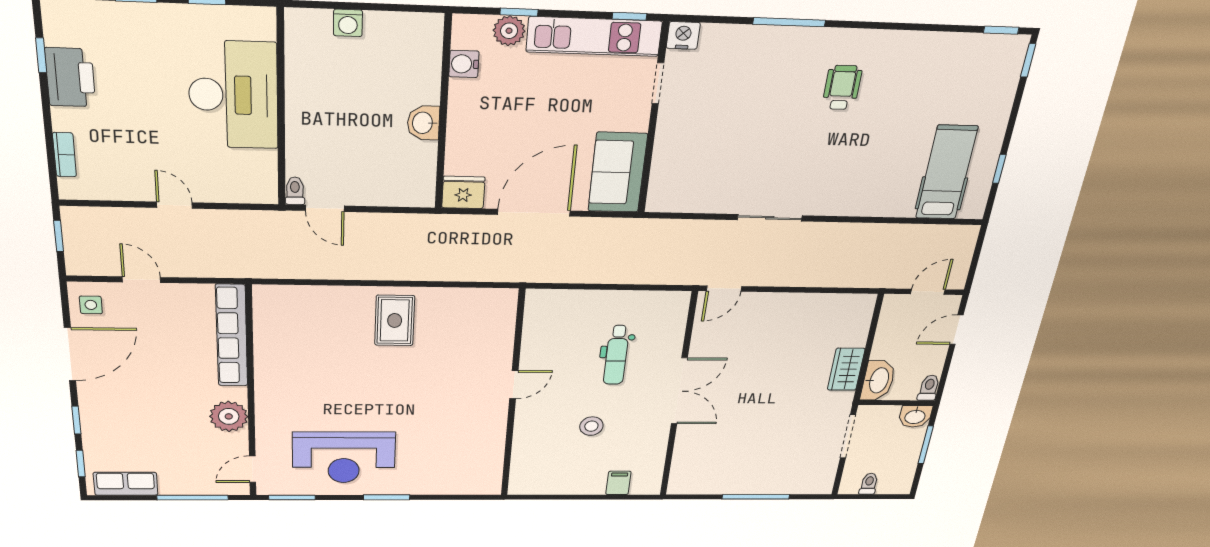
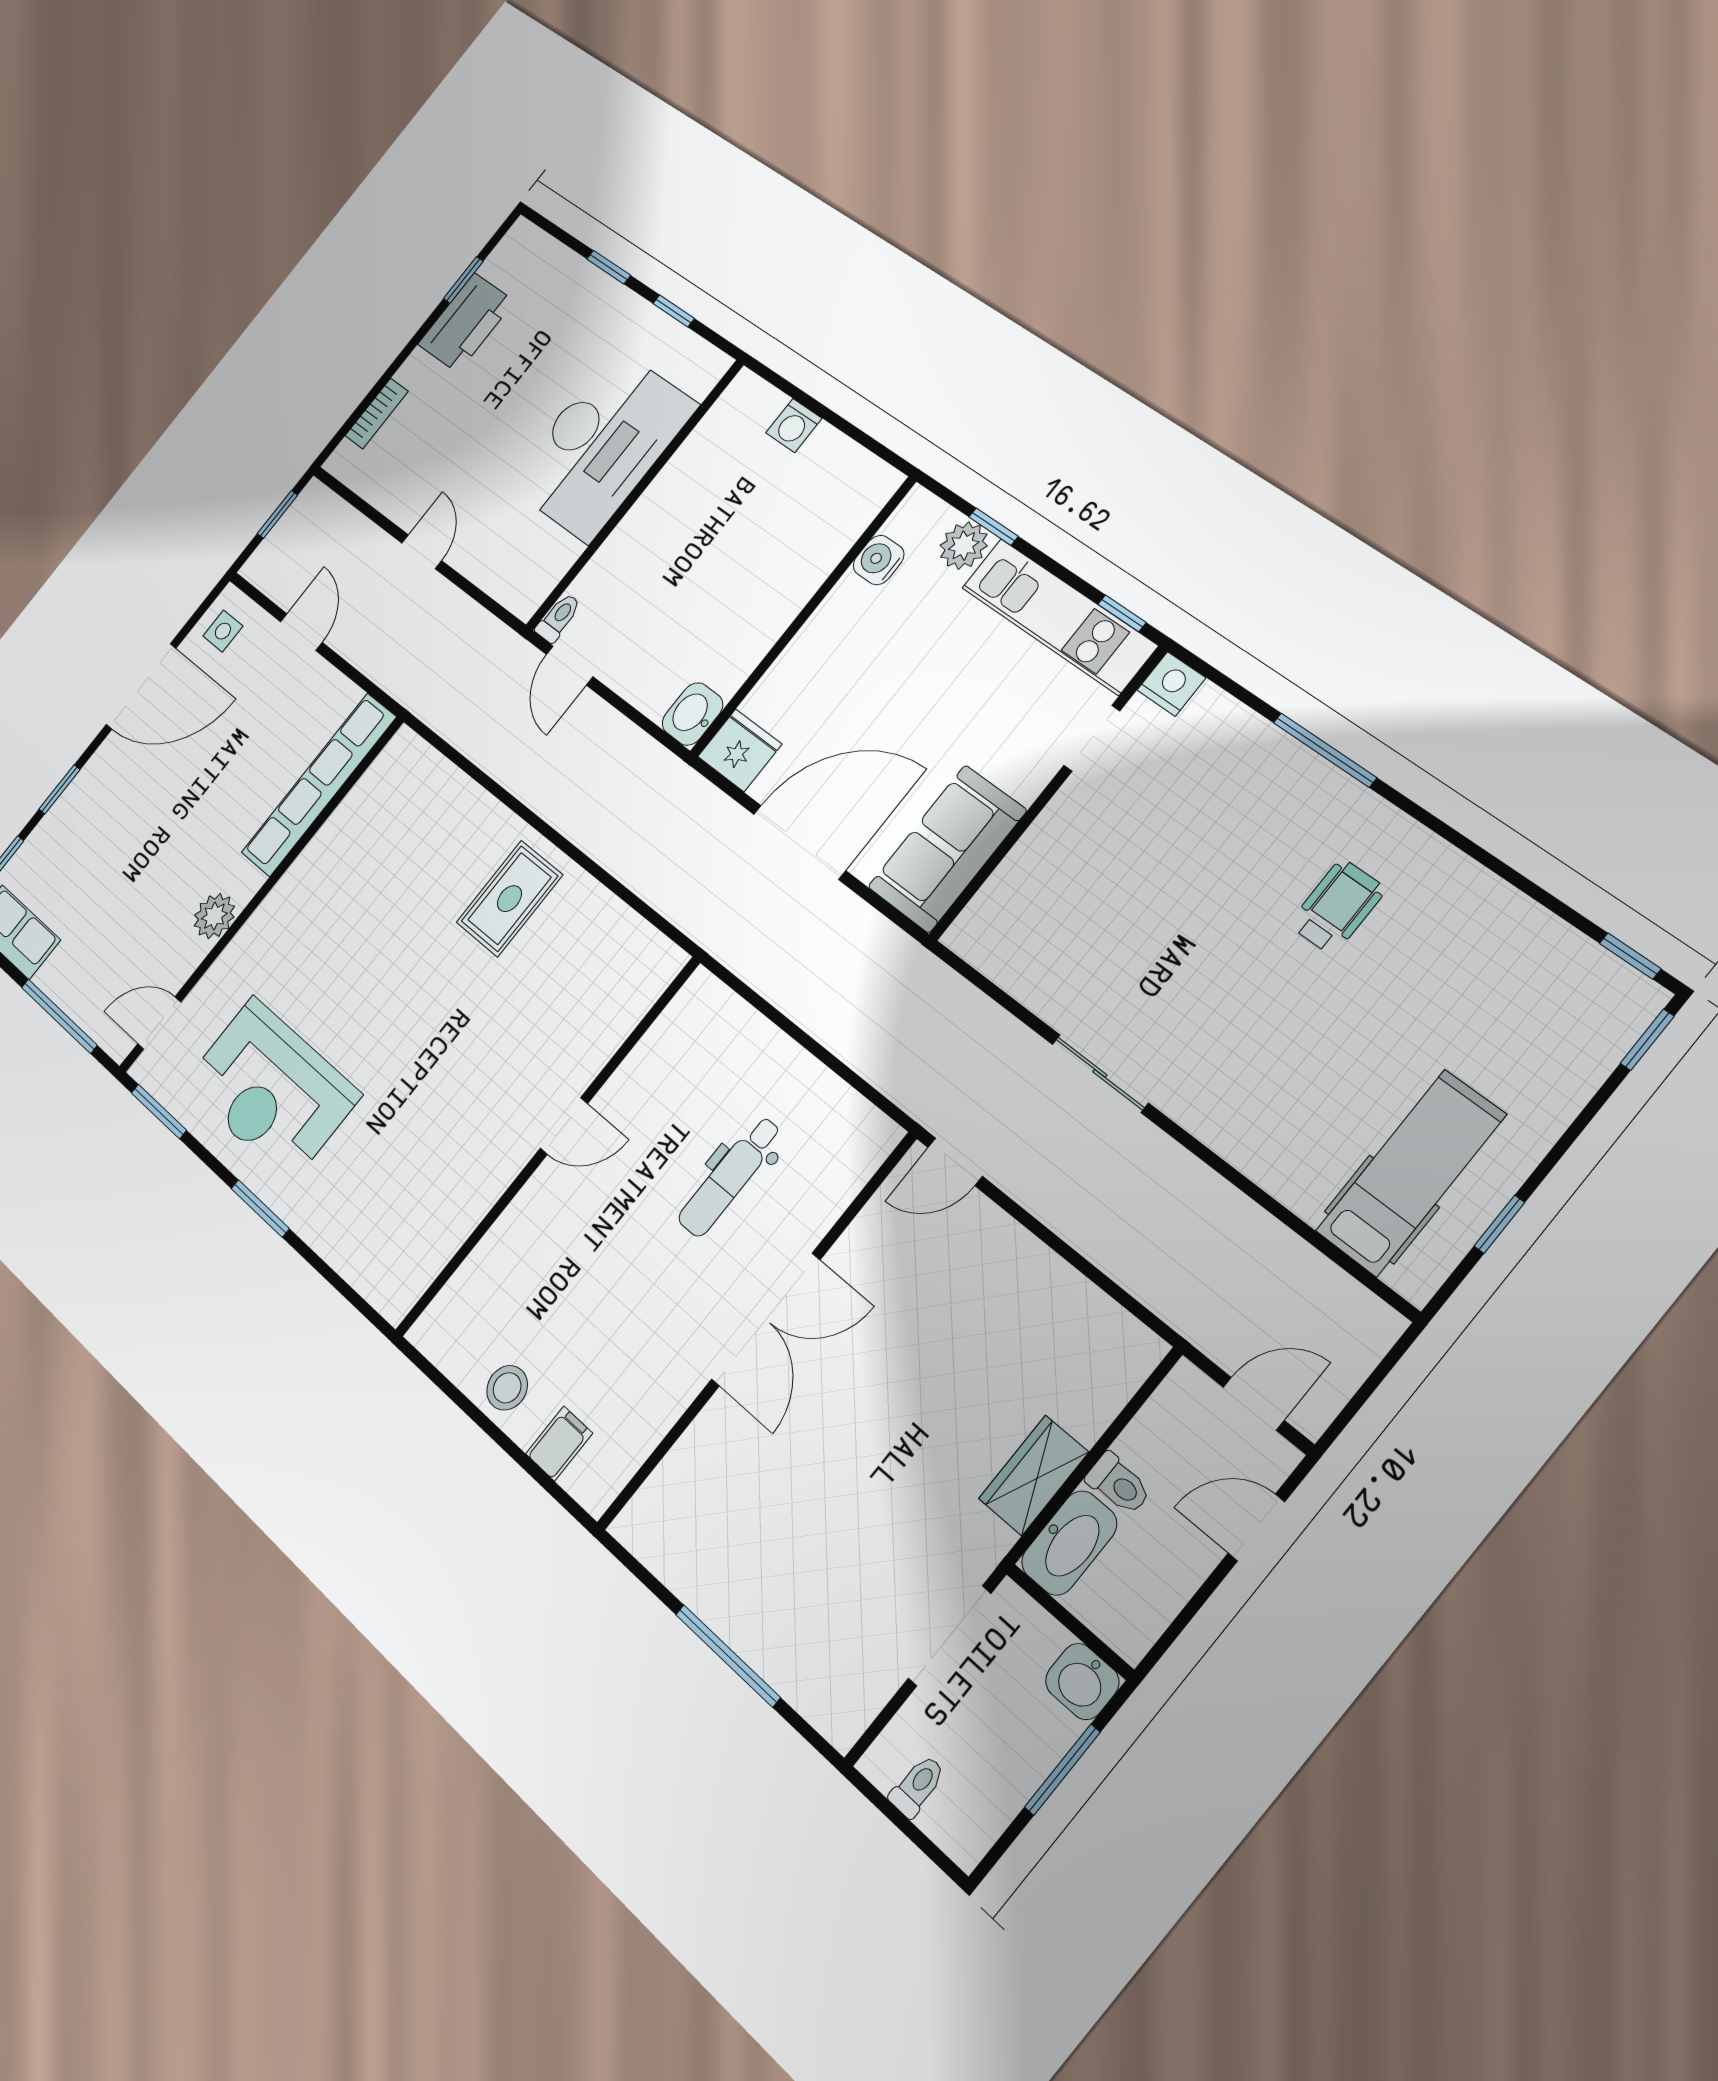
washbasin: (423, 123) -> (693, 714), moved
toilet: (929, 388) -> (1119, 1484), moved, turned 90
plant: (229, 416) -> (214, 916), width x0.73, depth x0.73
stool: (591, 426) -> (507, 1388), moved

